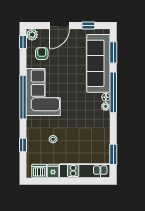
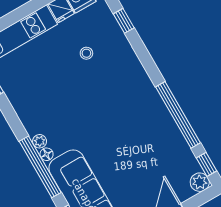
armchair: (42, 54) -> (171, 163), removed
corner sofa: (43, 92) -> (138, 111), removed
window: (23, 97) -> (178, 115), moved

